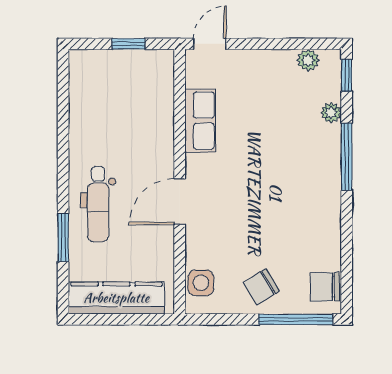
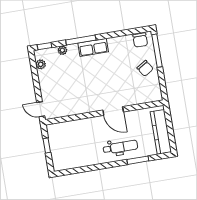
row of seats: (200, 121) -> (93, 47), moved, turned 180
side table: (201, 283) -> (148, 95), removed

